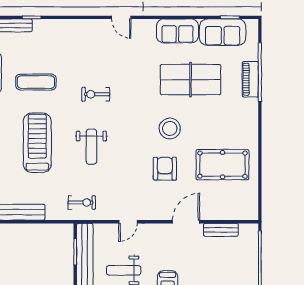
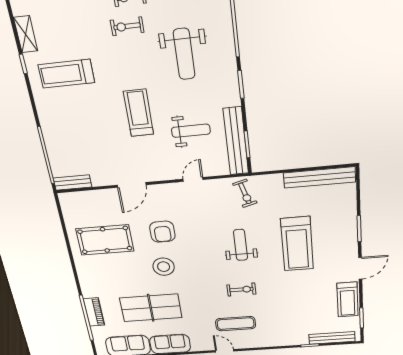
exercise mat: (36, 82) -> (236, 324), moved
exercise bike: (82, 202) -> (245, 193), turned -106
bench: (221, 230) -> (73, 182), moved

